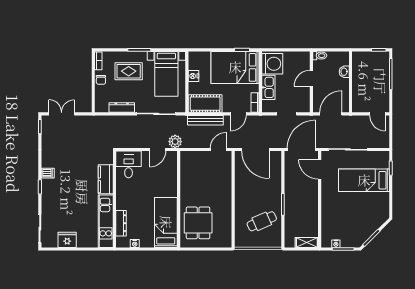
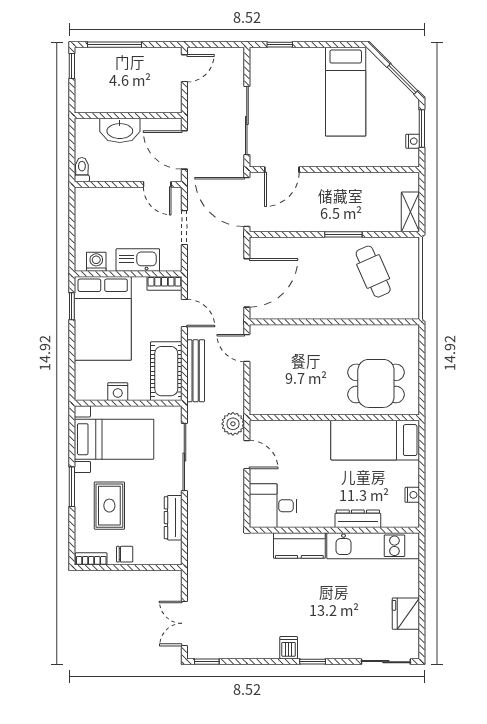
washing machine: (272, 64) -> (96, 262), width x0.53, depth x0.53
washbasin: (344, 72) -> (120, 130), width x1.91, depth x1.45
door: (311, 78) -> (157, 184), moved
bed: (364, 180) -> (346, 92), moved
dresser: (121, 223) -> (358, 519), moved
shelving: (307, 242) -> (410, 212), moved

